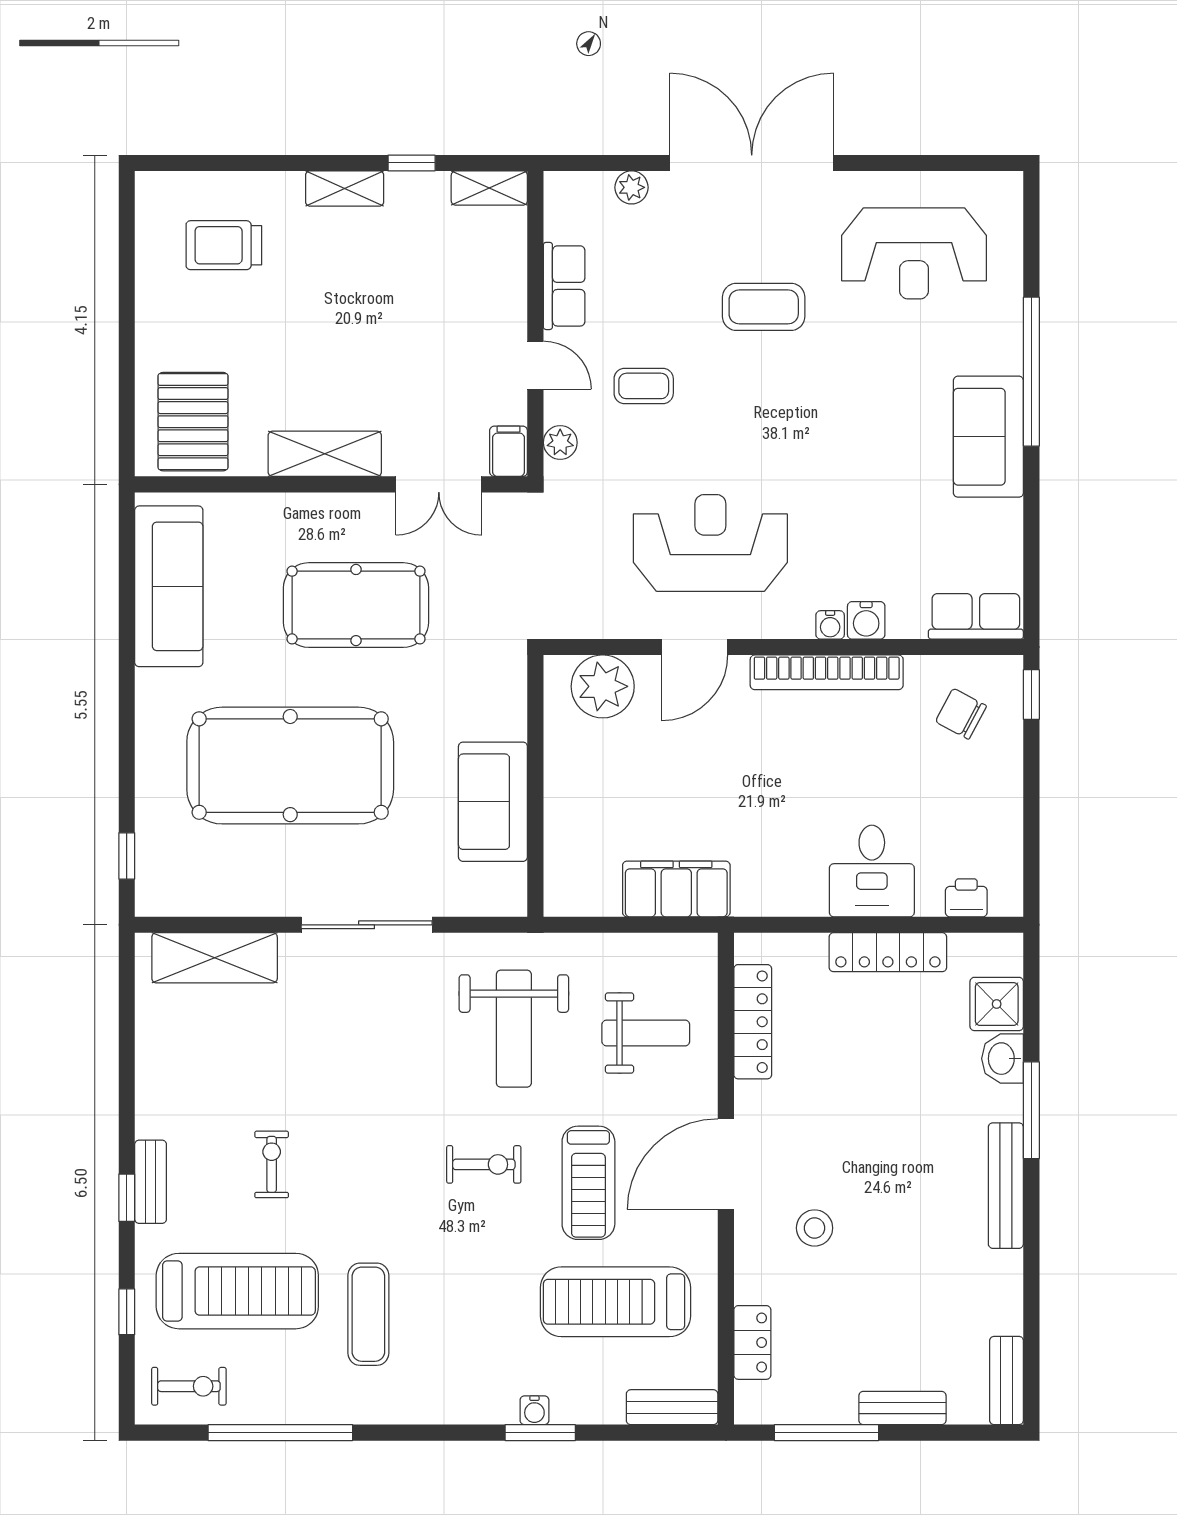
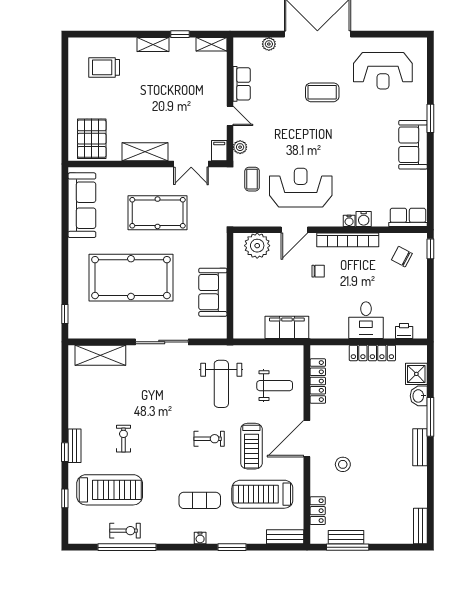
window: (1031, 372) -> (430, 118), width x0.47
coffee table: (644, 386) -> (252, 179), moved, turned 90
chair: (754, 750) -> (318, 271), added
bench: (1006, 1186) -> (420, 447), width x0.73
exercise mat: (368, 1314) -> (200, 500), moved, turned 90
exercise bike: (189, 1386) -> (125, 531), moved
bench: (902, 1408) -> (346, 537), moved
water cooler: (534, 1410) -> (200, 538), moved

